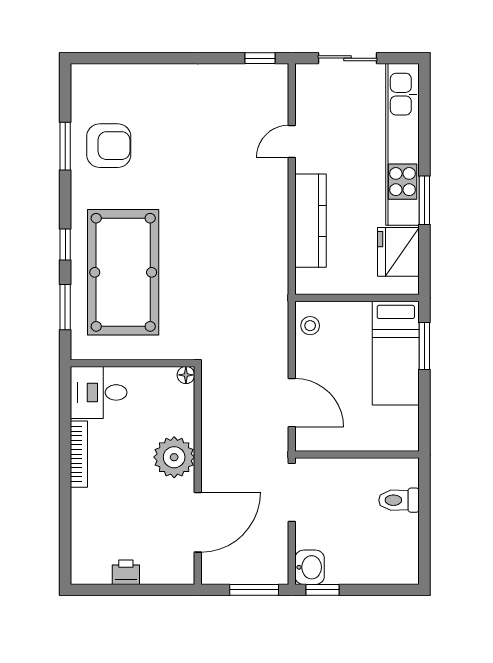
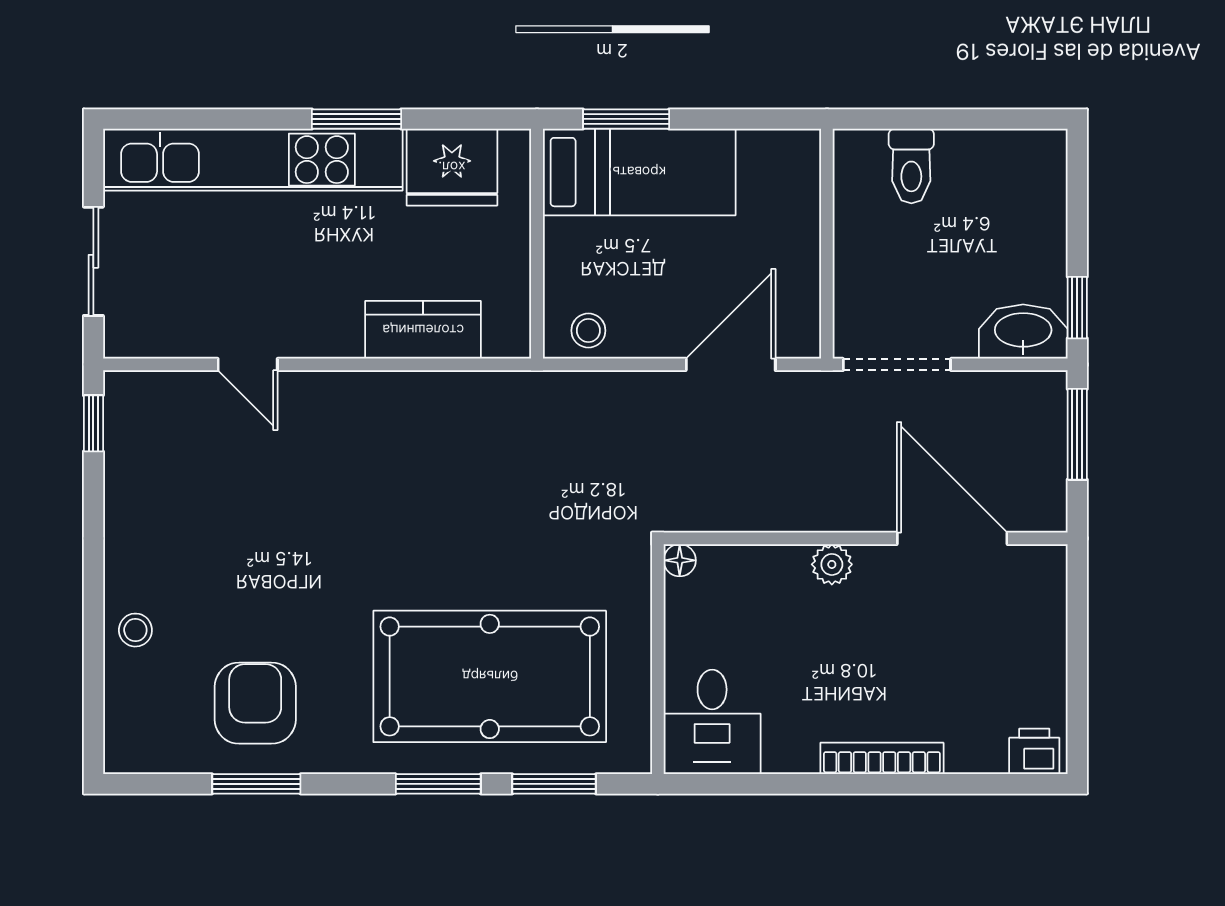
stool: (148, 81) -> (135, 630), added
kitchen counter: (311, 221) -> (423, 330), width x0.67
window: (65, 244) -> (438, 784), width x1.50
bookcase: (79, 454) -> (882, 758), moved
plant: (174, 457) -> (832, 564), width x0.53, depth x0.53
washbasin: (310, 567) -> (1023, 332), width x1.38
printer: (126, 572) -> (1034, 751), moved, turned 90

